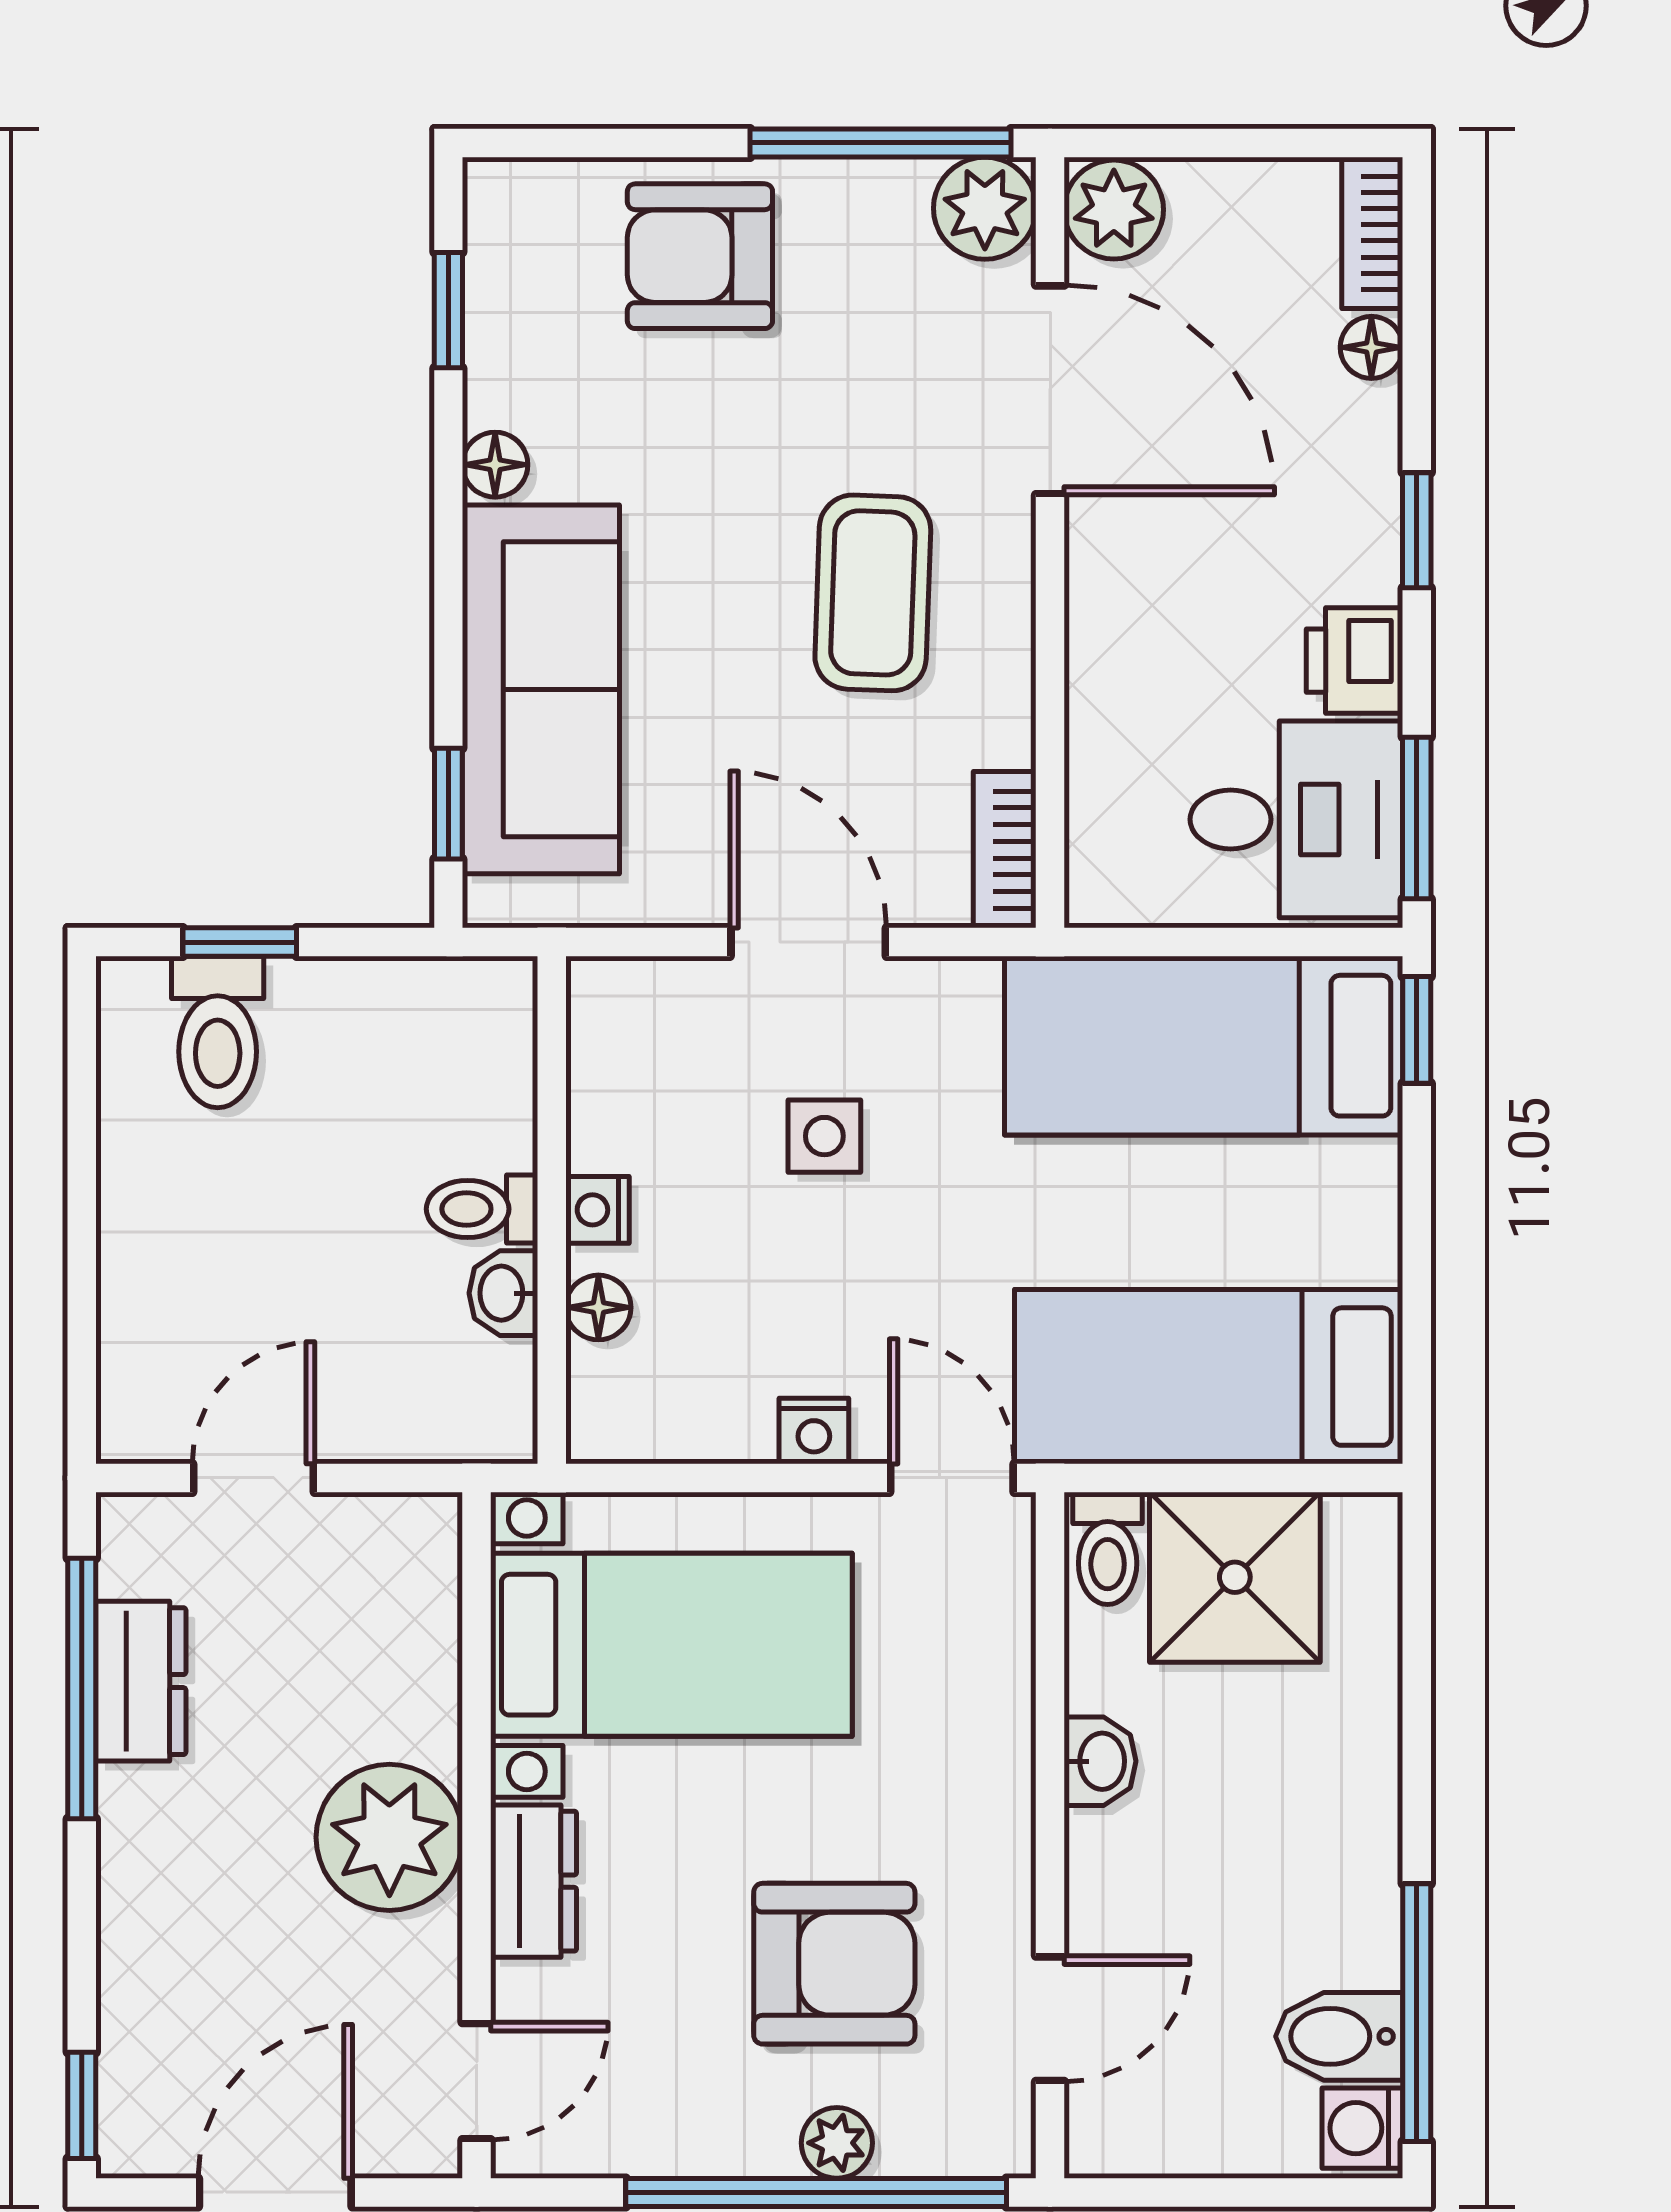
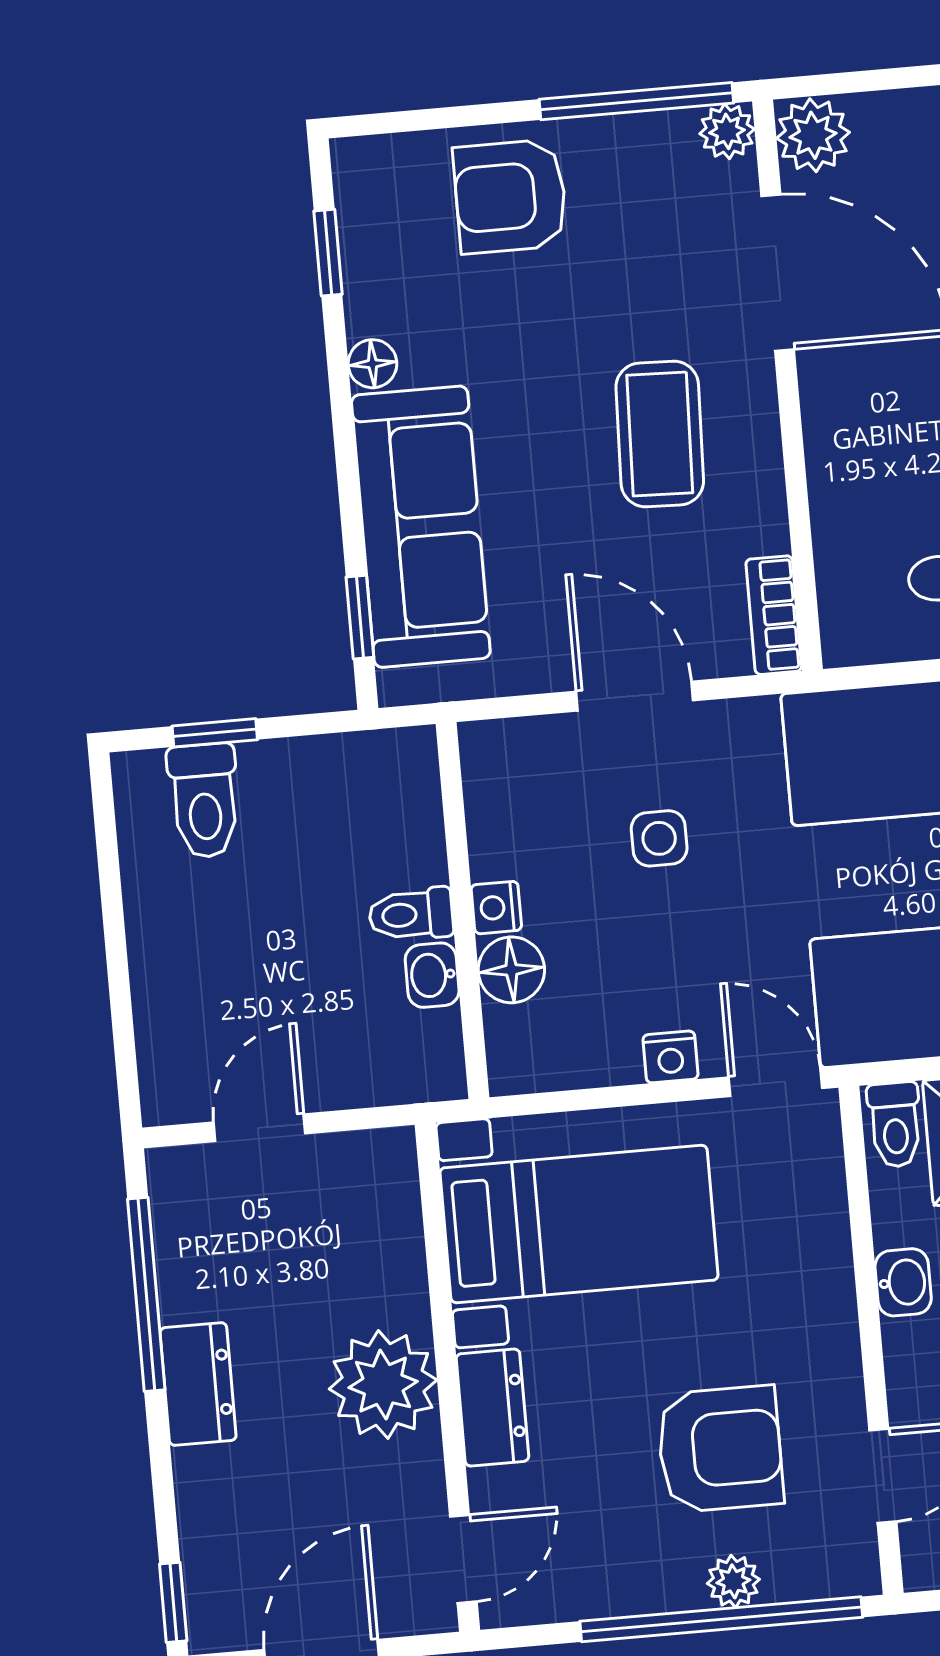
plant: (985, 208) -> (727, 131), width x0.73, depth x0.73
floor lamp: (598, 1307) -> (511, 970), width x1.37, depth x1.37
dresser: (141, 1681) -> (198, 1384), moved

